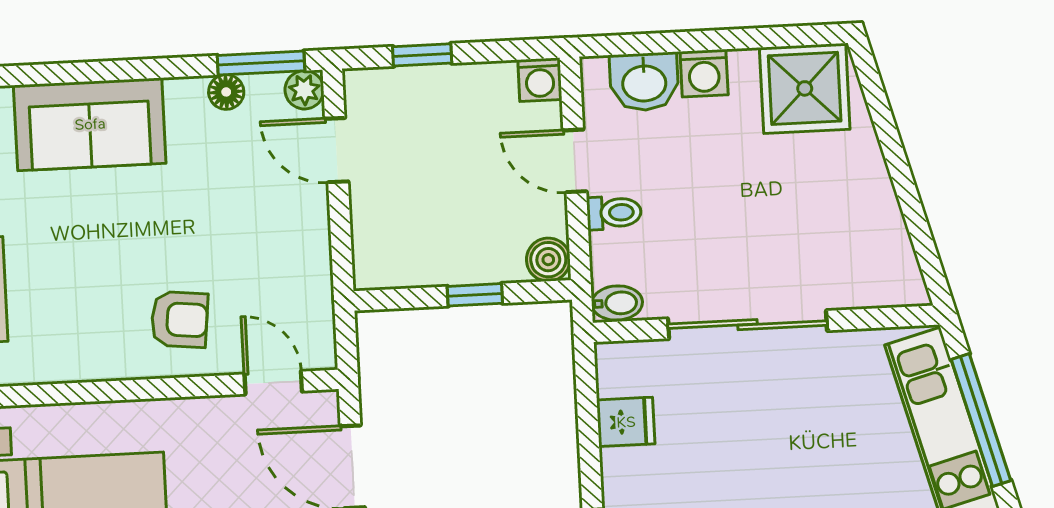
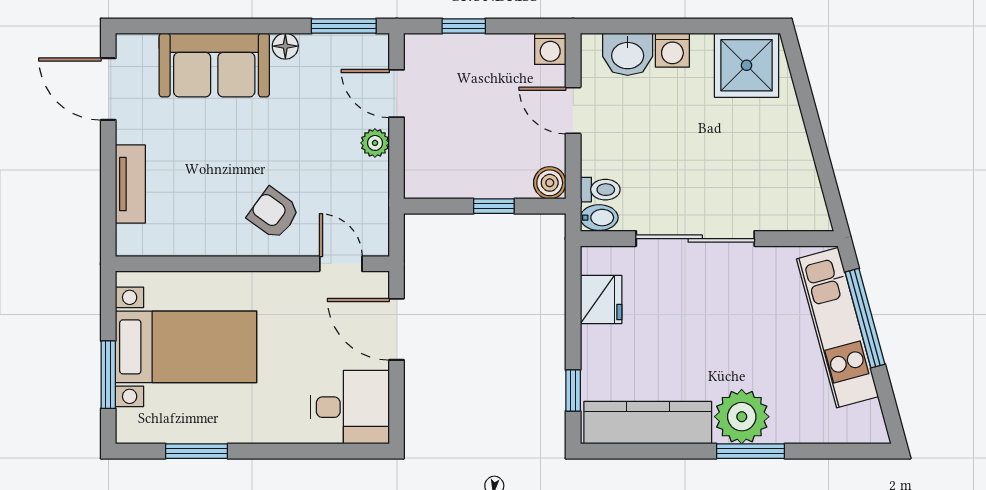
plant: (304, 90) -> (375, 143), moved
floor lamp: (226, 92) -> (285, 46), moved
toilet: (614, 213) -> (600, 190), moved
armchair: (179, 319) -> (274, 213), turned -150
fridge: (626, 422) -> (601, 299), width x1.38

